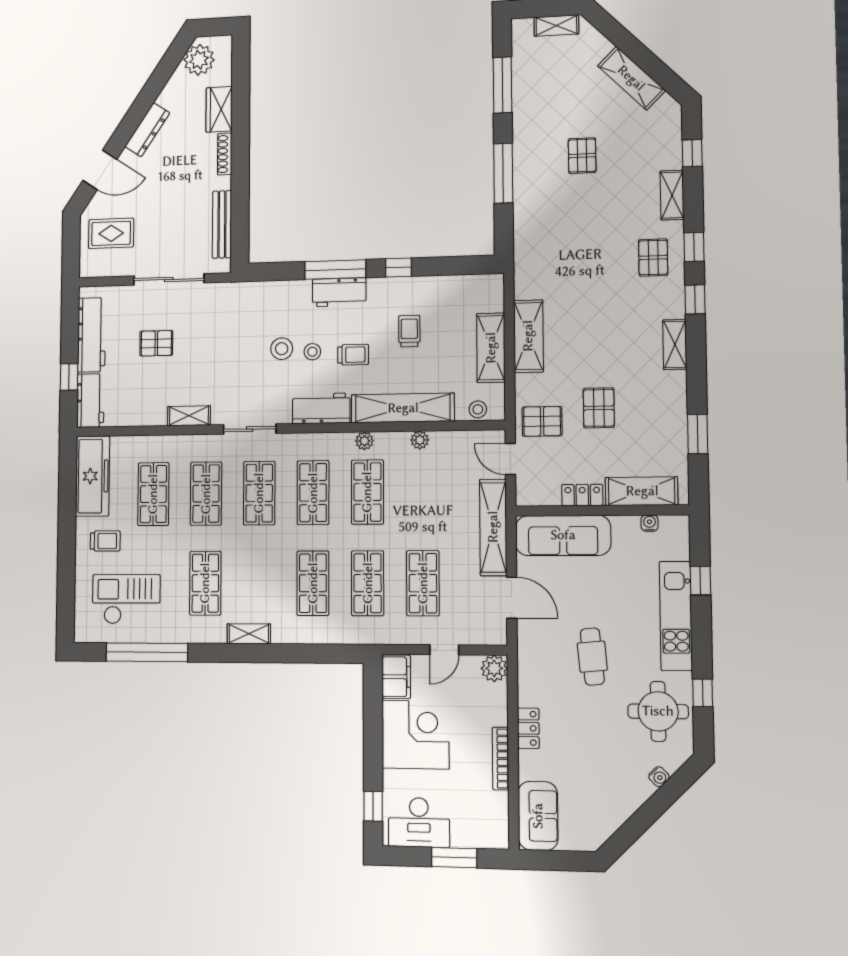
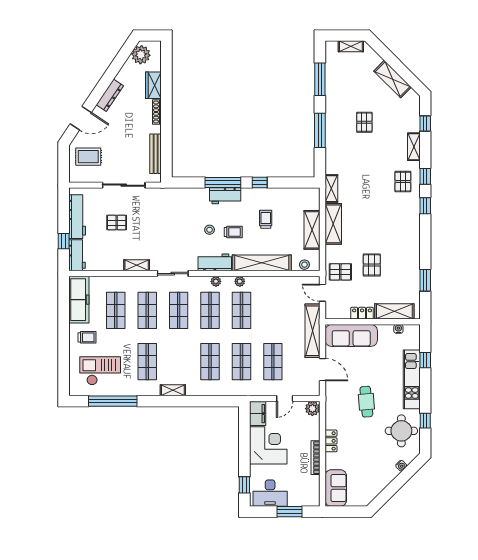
shelving: (675, 345) -> (331, 189), moved
stool: (282, 349) -> (191, 228), removed
plant: (420, 440) -> (216, 281), moved

